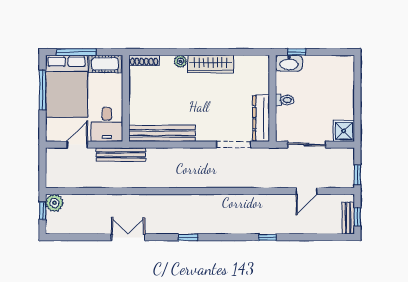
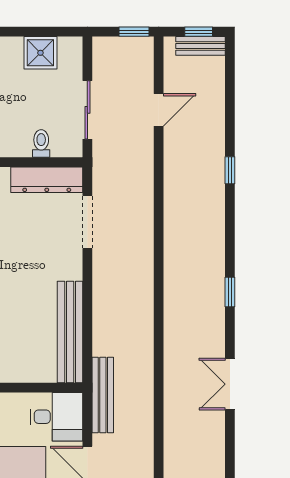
toilet: (285, 100) -> (41, 144), moved
shower: (344, 131) -> (40, 53), moved
door: (307, 191) -> (159, 110), hinge flipped

